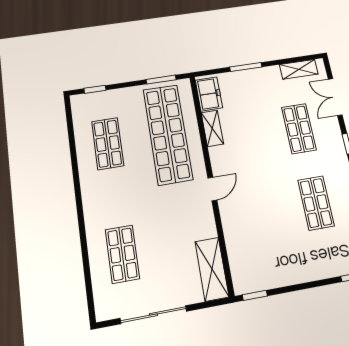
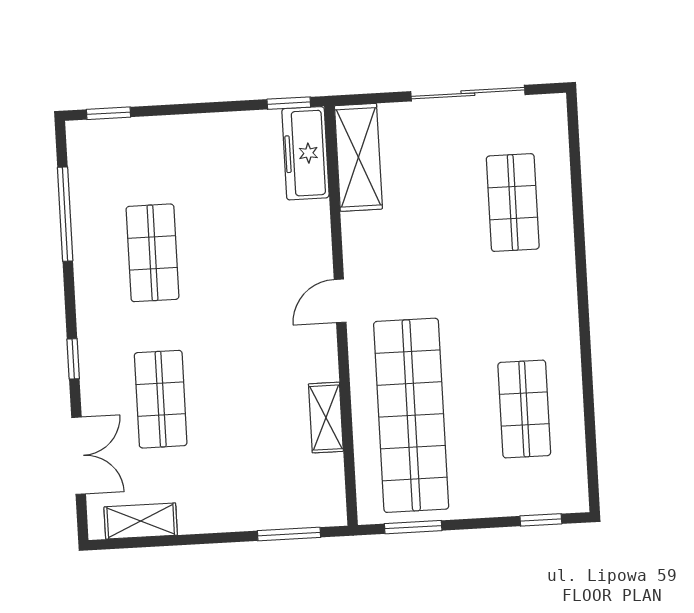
window: (246, 67) -> (289, 534), moved
freezer: (209, 94) -> (305, 153), moved, width x1.40

